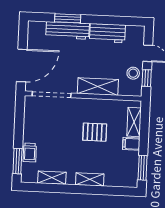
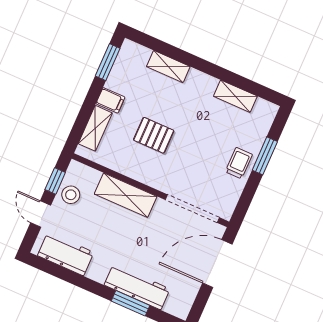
workbench: (107, 33) -> (66, 254), moved
trolley: (30, 153) -> (239, 163), moved
window: (17, 161) -> (265, 156), moved
shelving: (90, 179) -> (168, 67), moved

